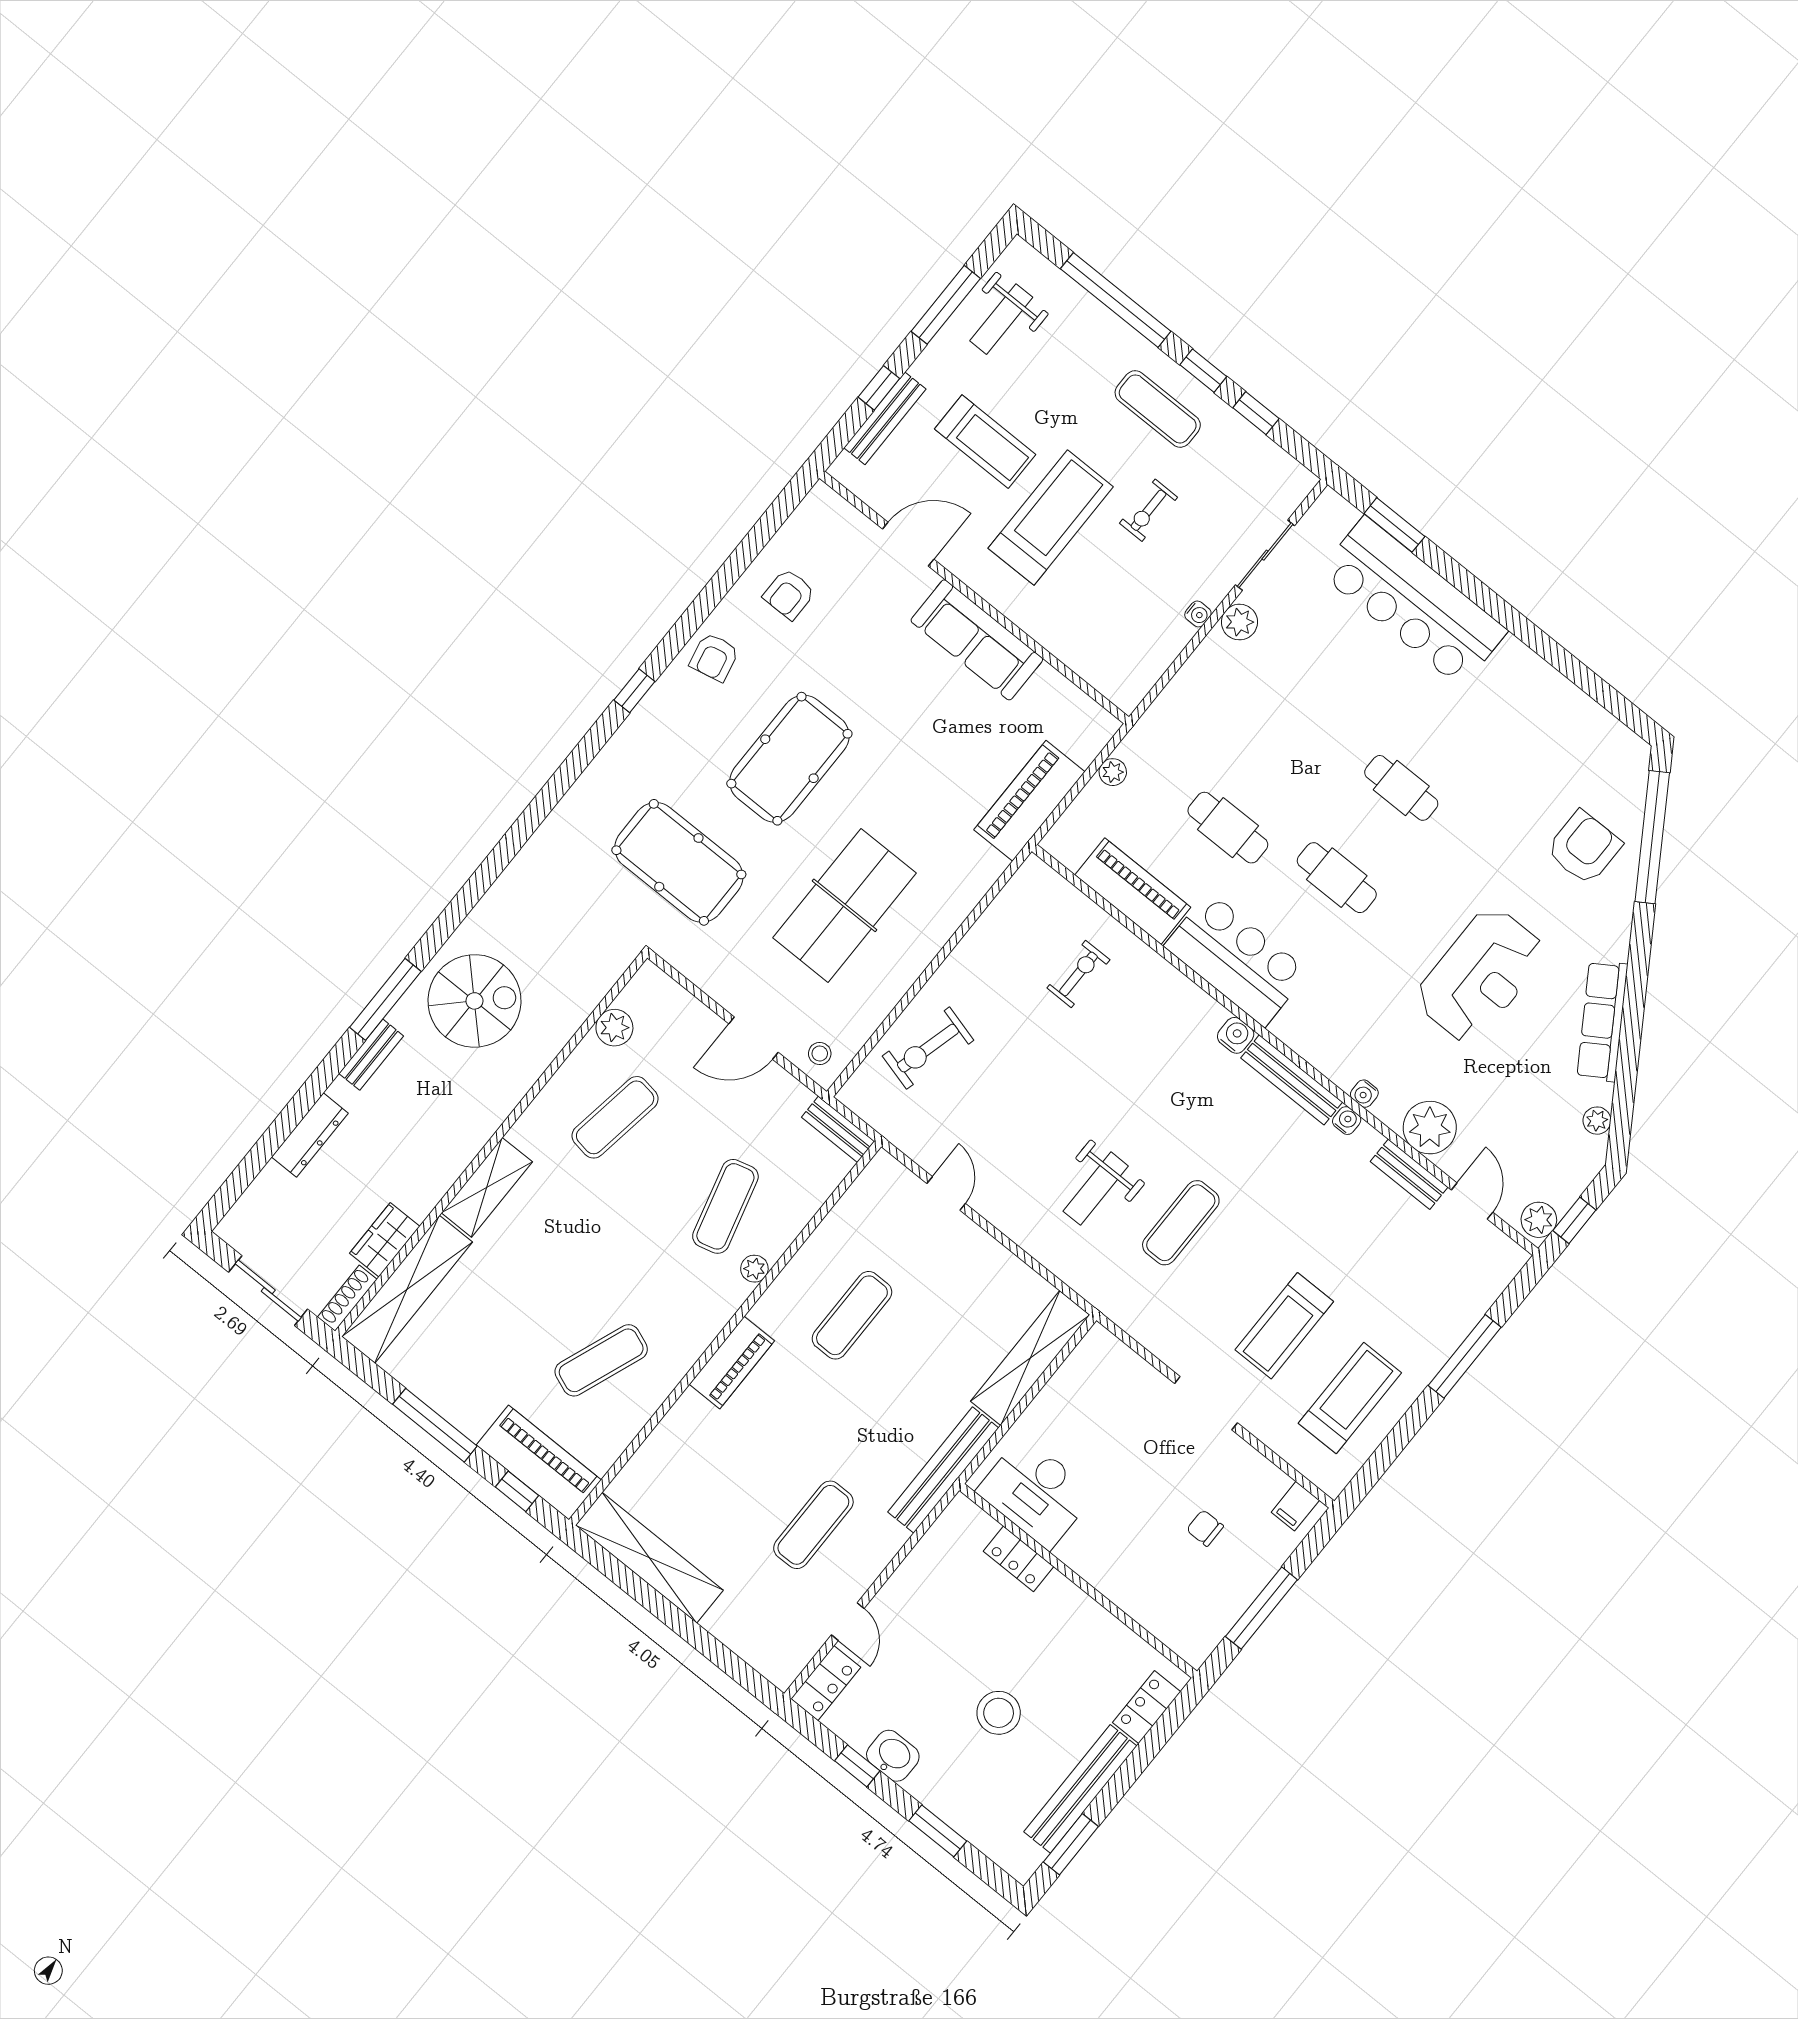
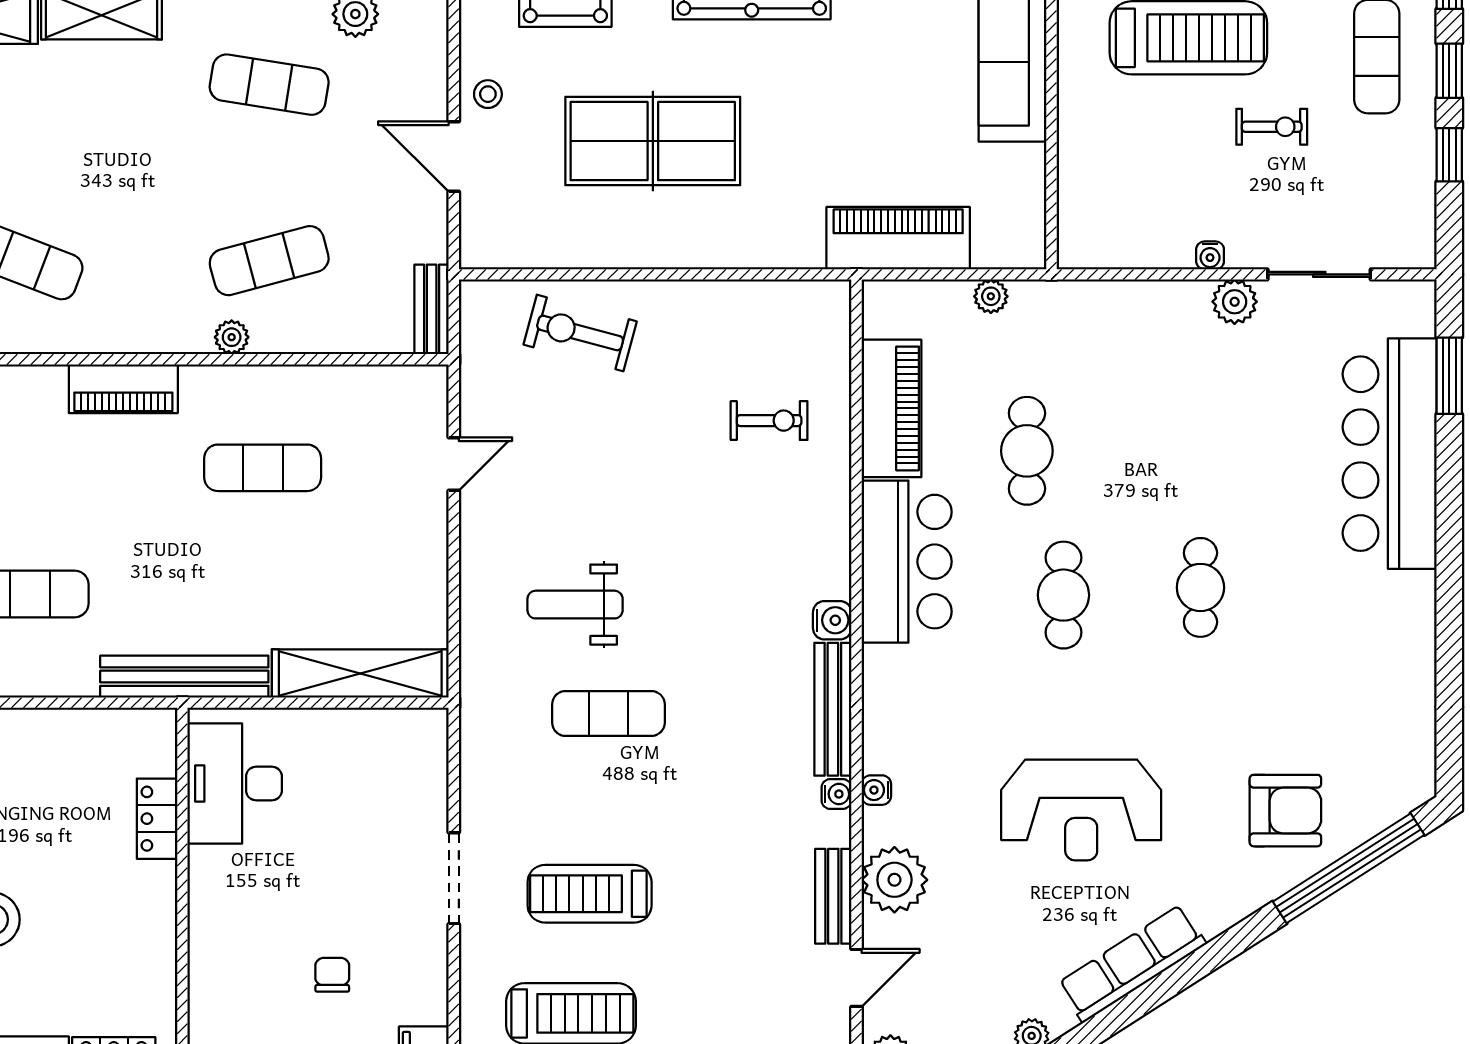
exercise bike: (1149, 510) -> (1272, 127), turned 180
stool: (820, 1054) -> (488, 94), moved

